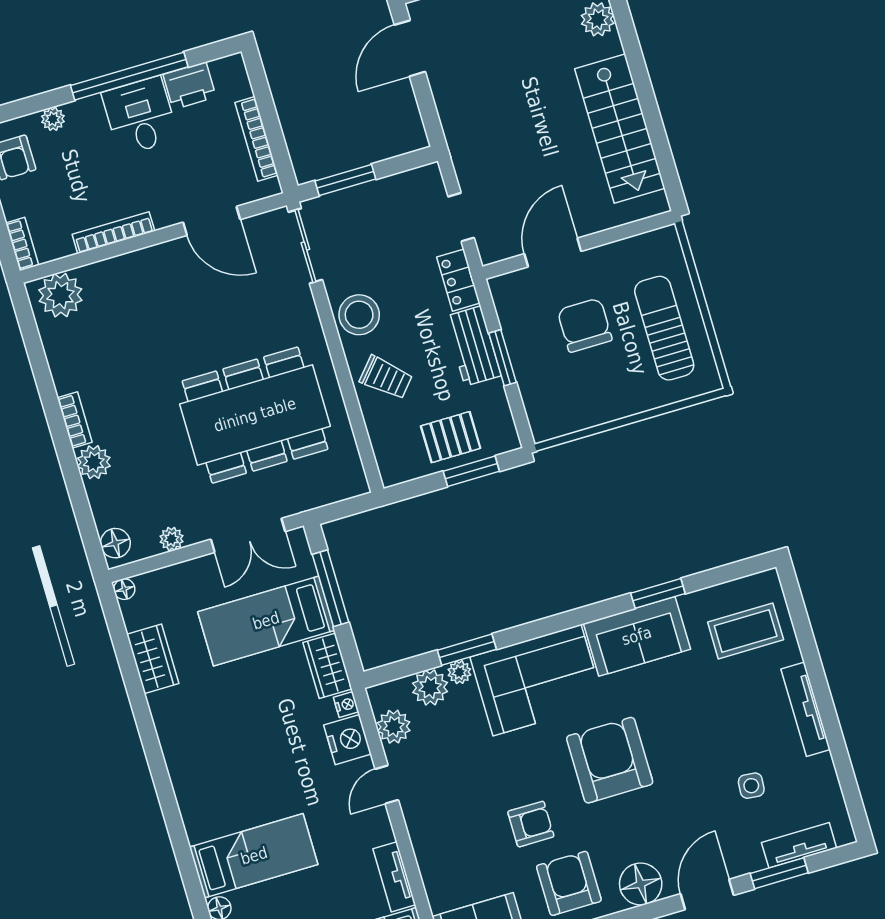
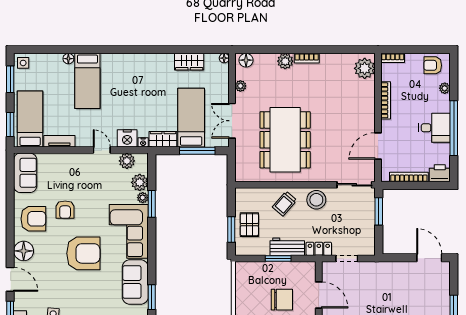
printer: (190, 86) -> (440, 173), moved, turned 90

